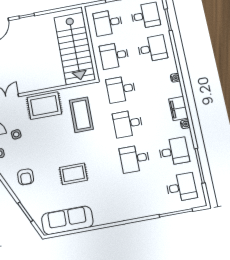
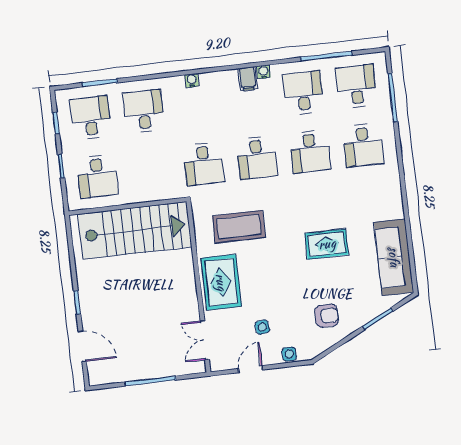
desk: (114, 56) -> (363, 145), moved
filing cabinet: (178, 109) -> (248, 79), width x0.50
rug: (73, 174) -> (327, 244), turned 90

